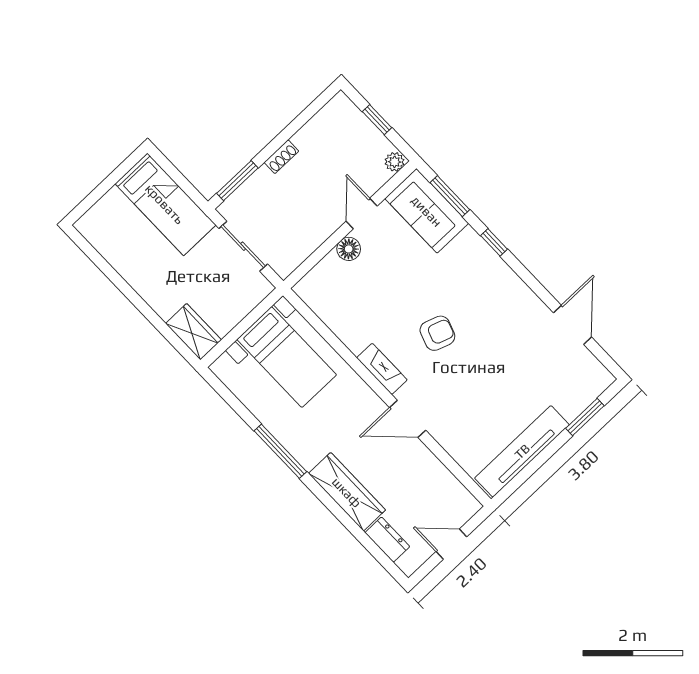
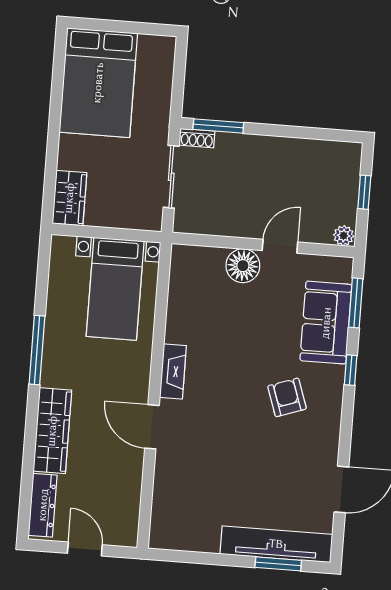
shoe rack: (281, 157) -> (197, 138), moved
bed: (165, 204) -> (98, 83), moved, width x1.50
sofa: (427, 211) -> (326, 323), moved
floor lamp: (349, 249) -> (243, 266), width x1.38, depth x1.38
armchair: (437, 333) -> (287, 397), moved, turned -128
tv unit: (522, 451) -> (276, 544), moved
dresser: (387, 540) -> (43, 505), width x1.44

